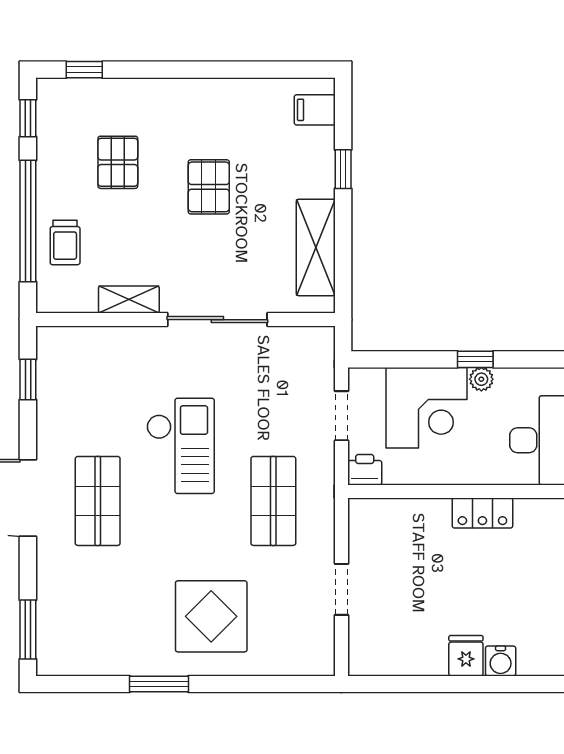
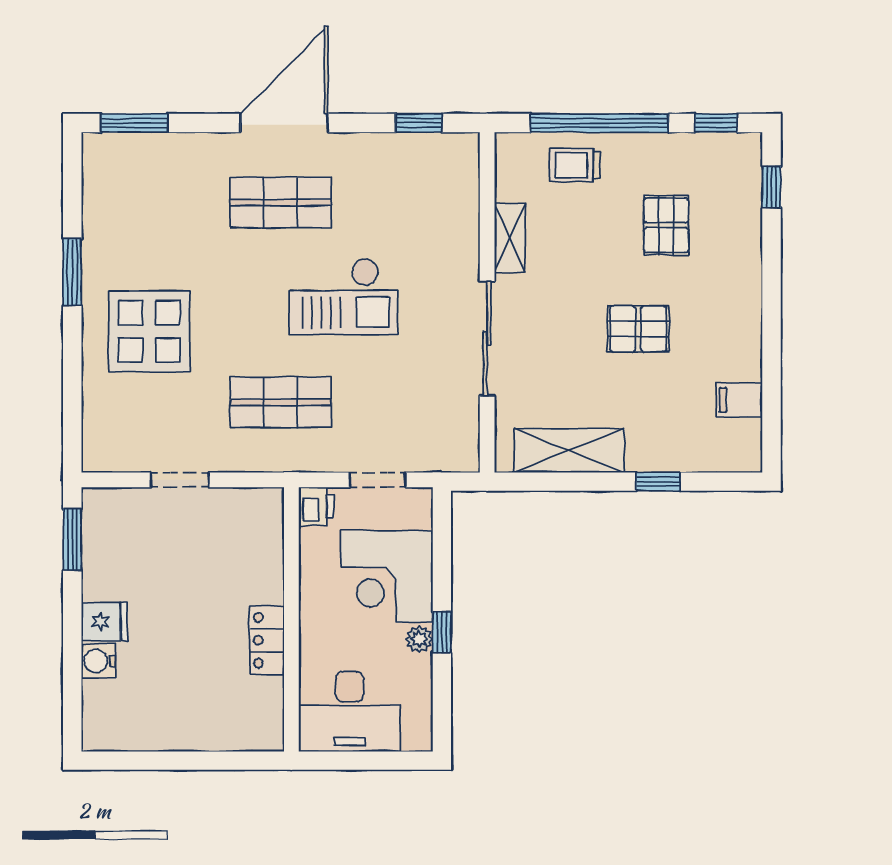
filing cabinet: (315, 110) -> (739, 400), moved, turned -90
pallet: (118, 162) -> (666, 225), turned 90
window: (394, 684) -> (72, 539), added

